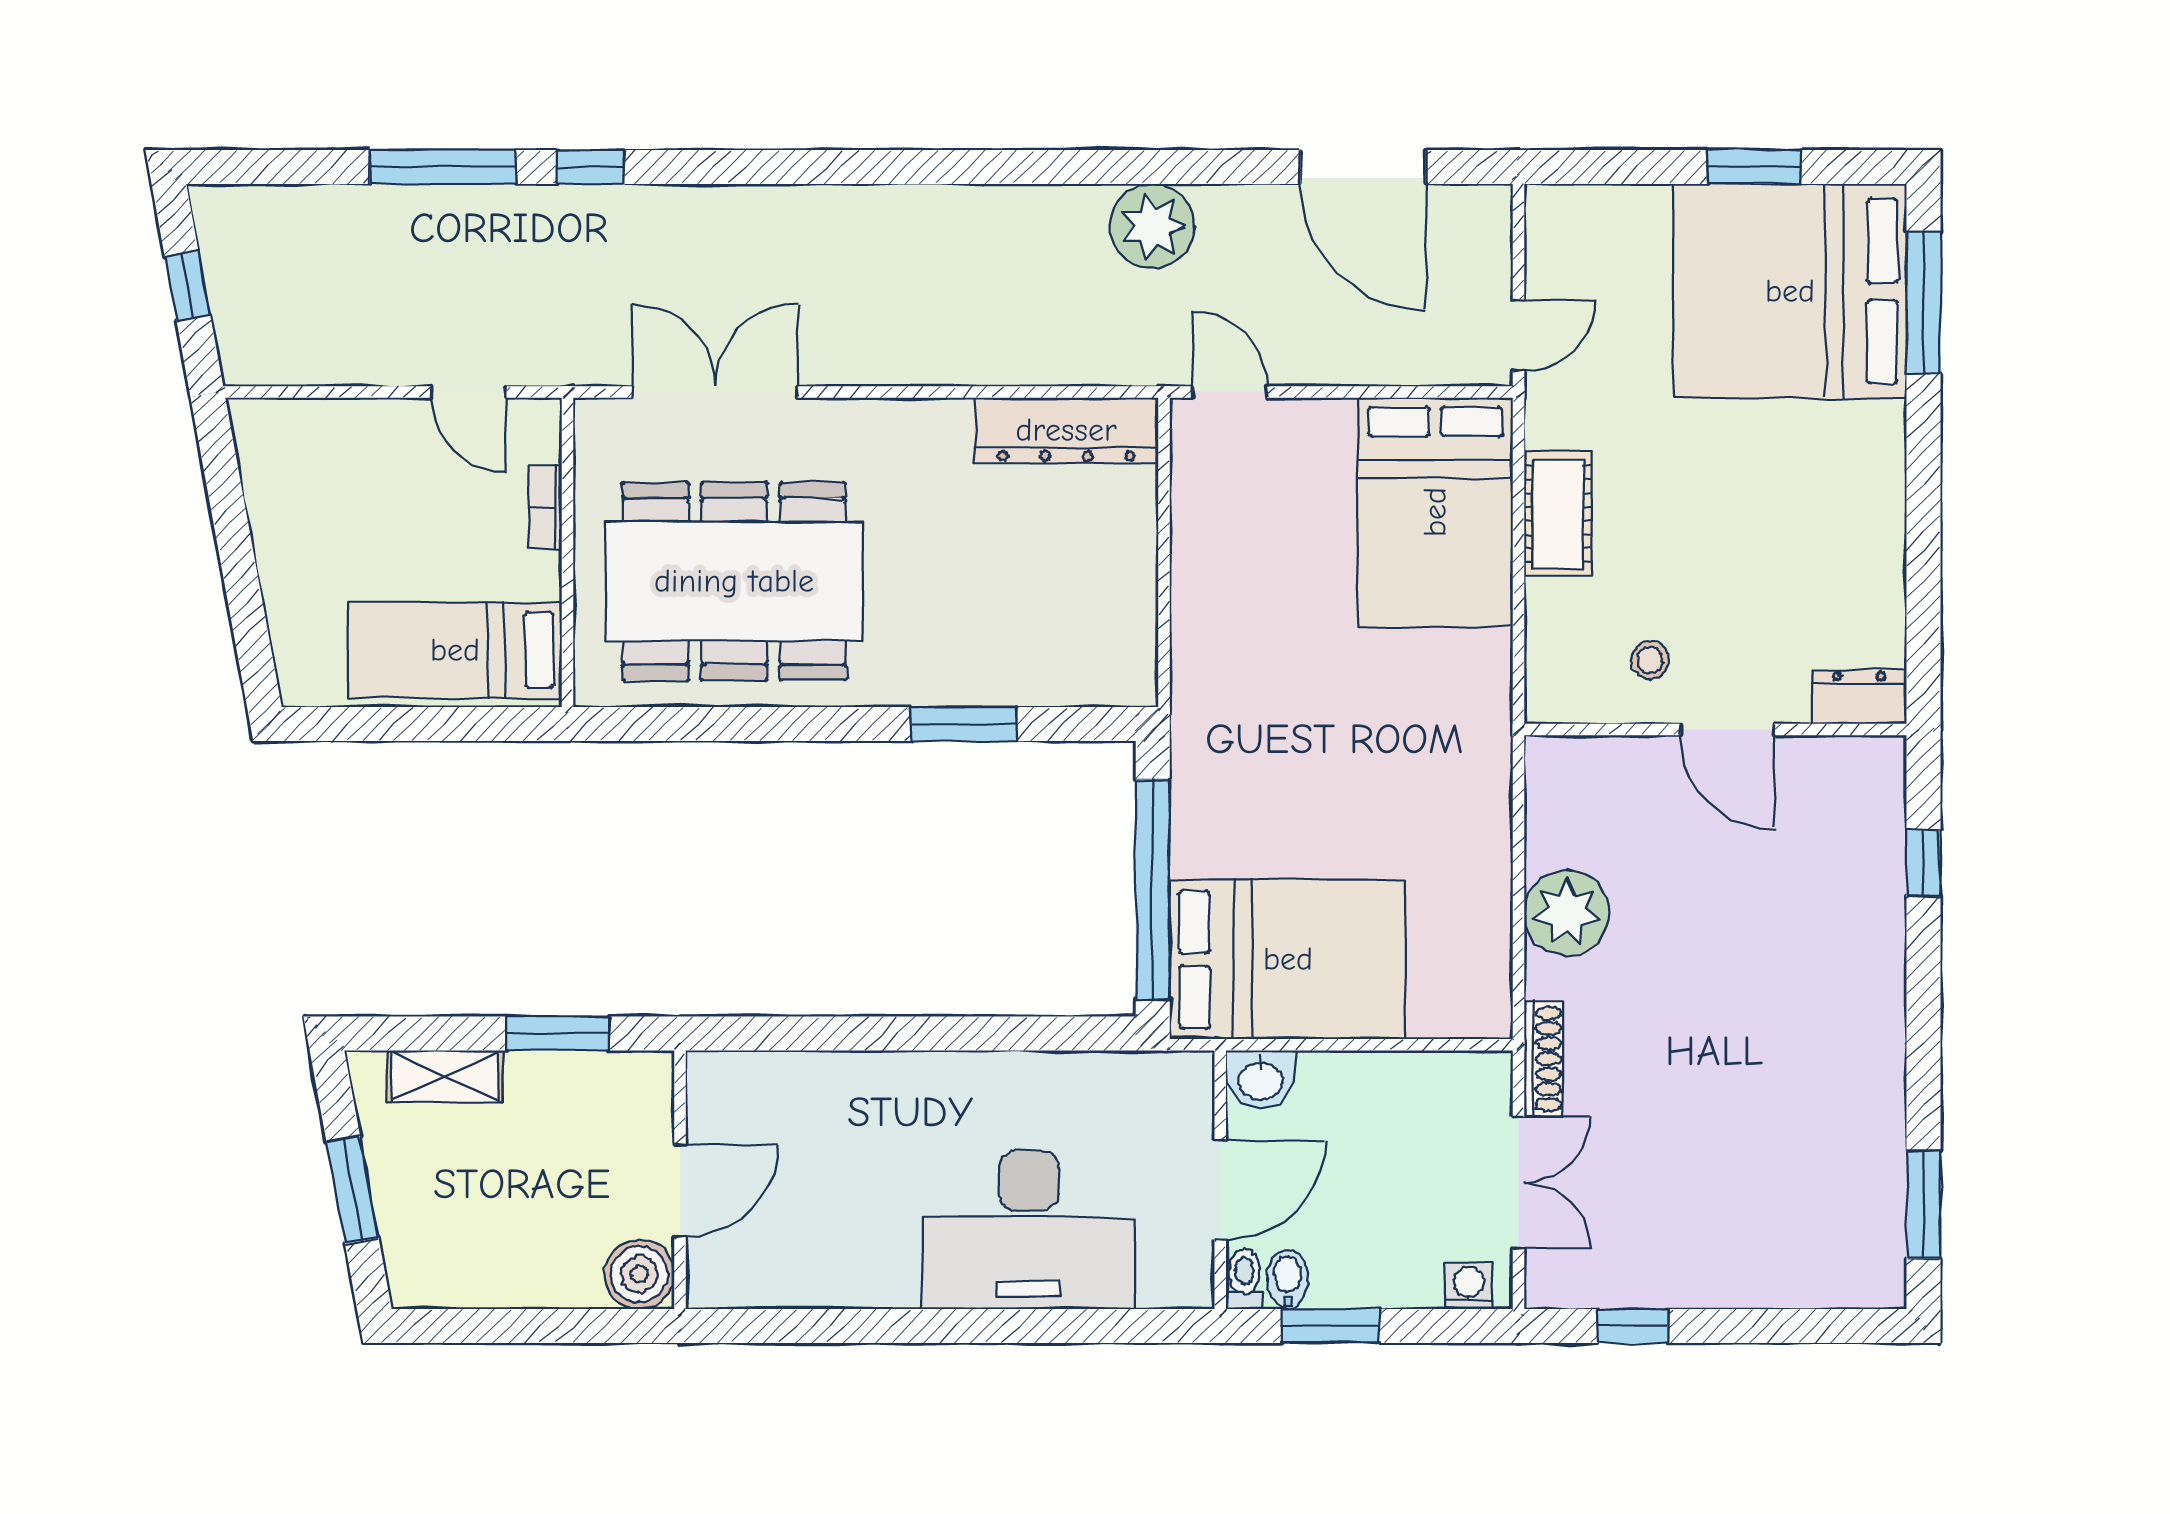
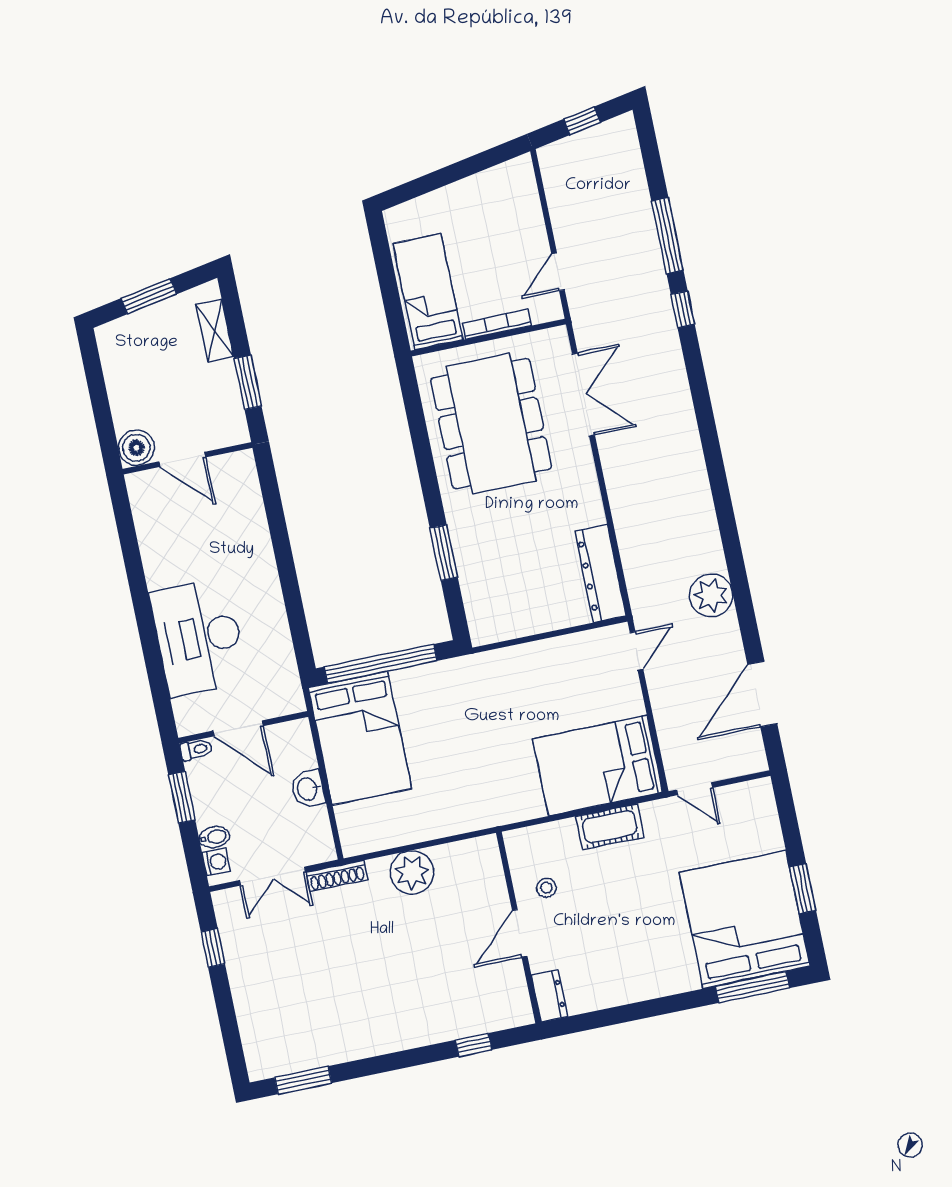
bookcase: (545, 507) -> (497, 324), width x1.56
washbasin: (1260, 1080) -> (308, 789), moved
bidet: (1288, 1279) -> (214, 837), moved

